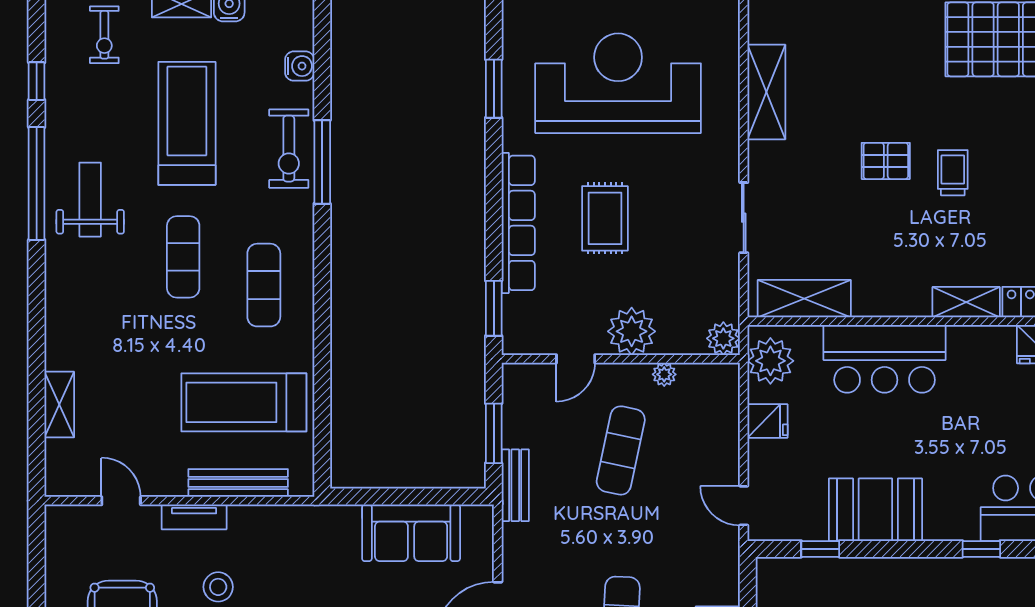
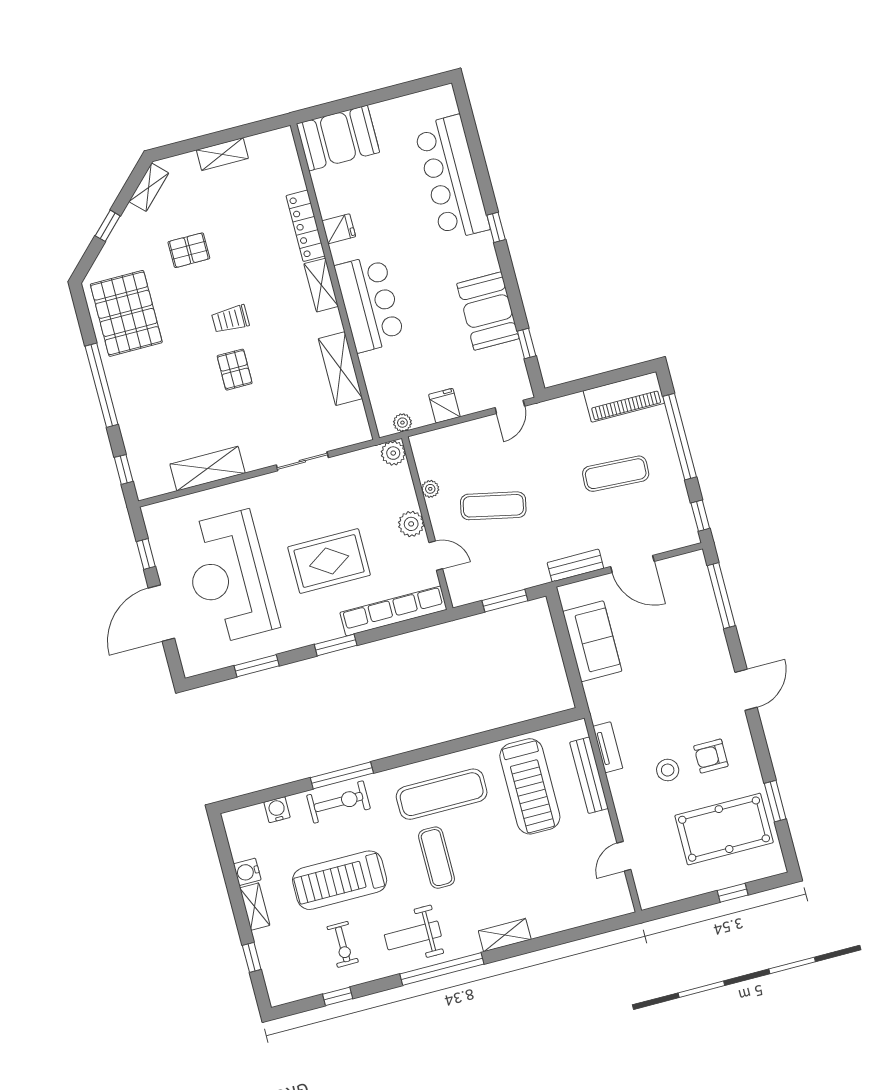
exercise bike: (104, 35) -> (343, 944), moved, turned 90
window: (37, 183) -> (442, 969), moved
rug: (605, 218) -> (329, 561), width x1.36, depth x1.43
row of seats: (518, 223) -> (393, 611), moved
exercise mat: (183, 257) -> (437, 858), turned 90
exercise mat: (264, 285) -> (442, 794), width x1.36, depth x1.45
shelving: (804, 299) -> (340, 369), moved
window: (494, 308) -> (336, 645), moved
plant: (632, 331) -> (411, 524), width x0.73, depth x0.73
bar counter: (885, 359) -> (370, 303), moved
plant: (770, 361) -> (402, 423), width x0.53, depth x0.53
shelving: (59, 405) -> (505, 935), moved
bench: (515, 485) -> (575, 565), moved
tv unit: (194, 517) -> (608, 747), moved

